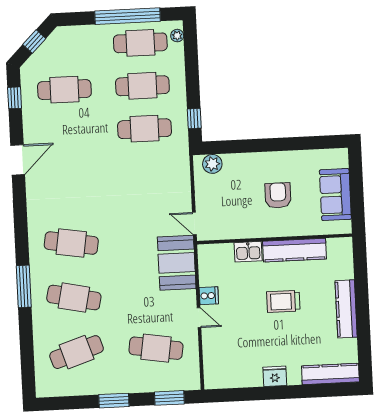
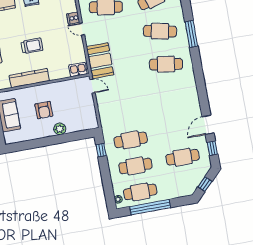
door: (18, 160) -> (208, 125), moved
plant: (212, 164) -> (60, 129), moved
kitchen sink: (248, 252) -> (78, 70), moved
cooker: (209, 296) -> (73, 18), moved

